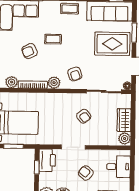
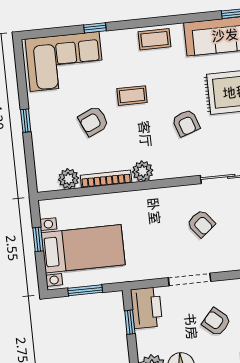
armchair: (75, 74) -> (186, 123), moved

